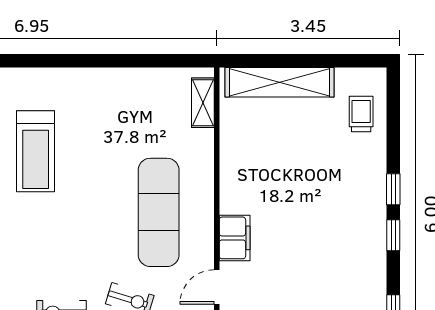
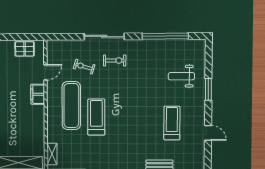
treadmill: (36, 151) -> (96, 117), moved

